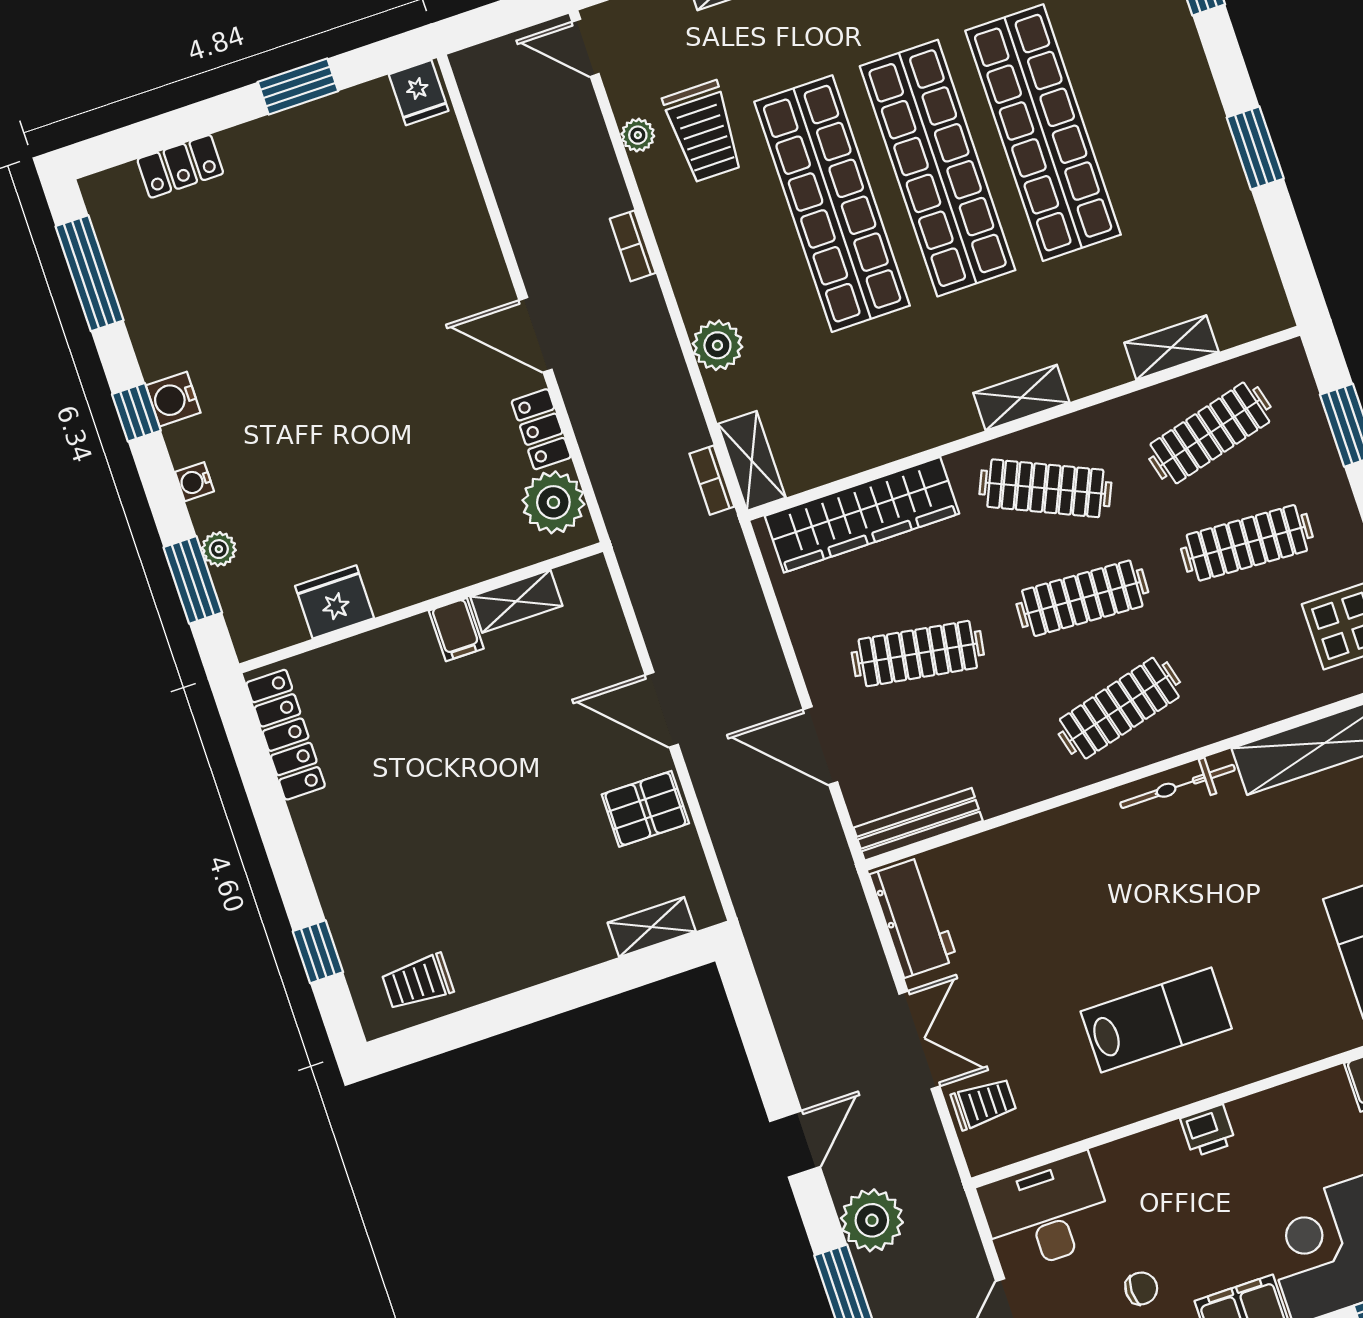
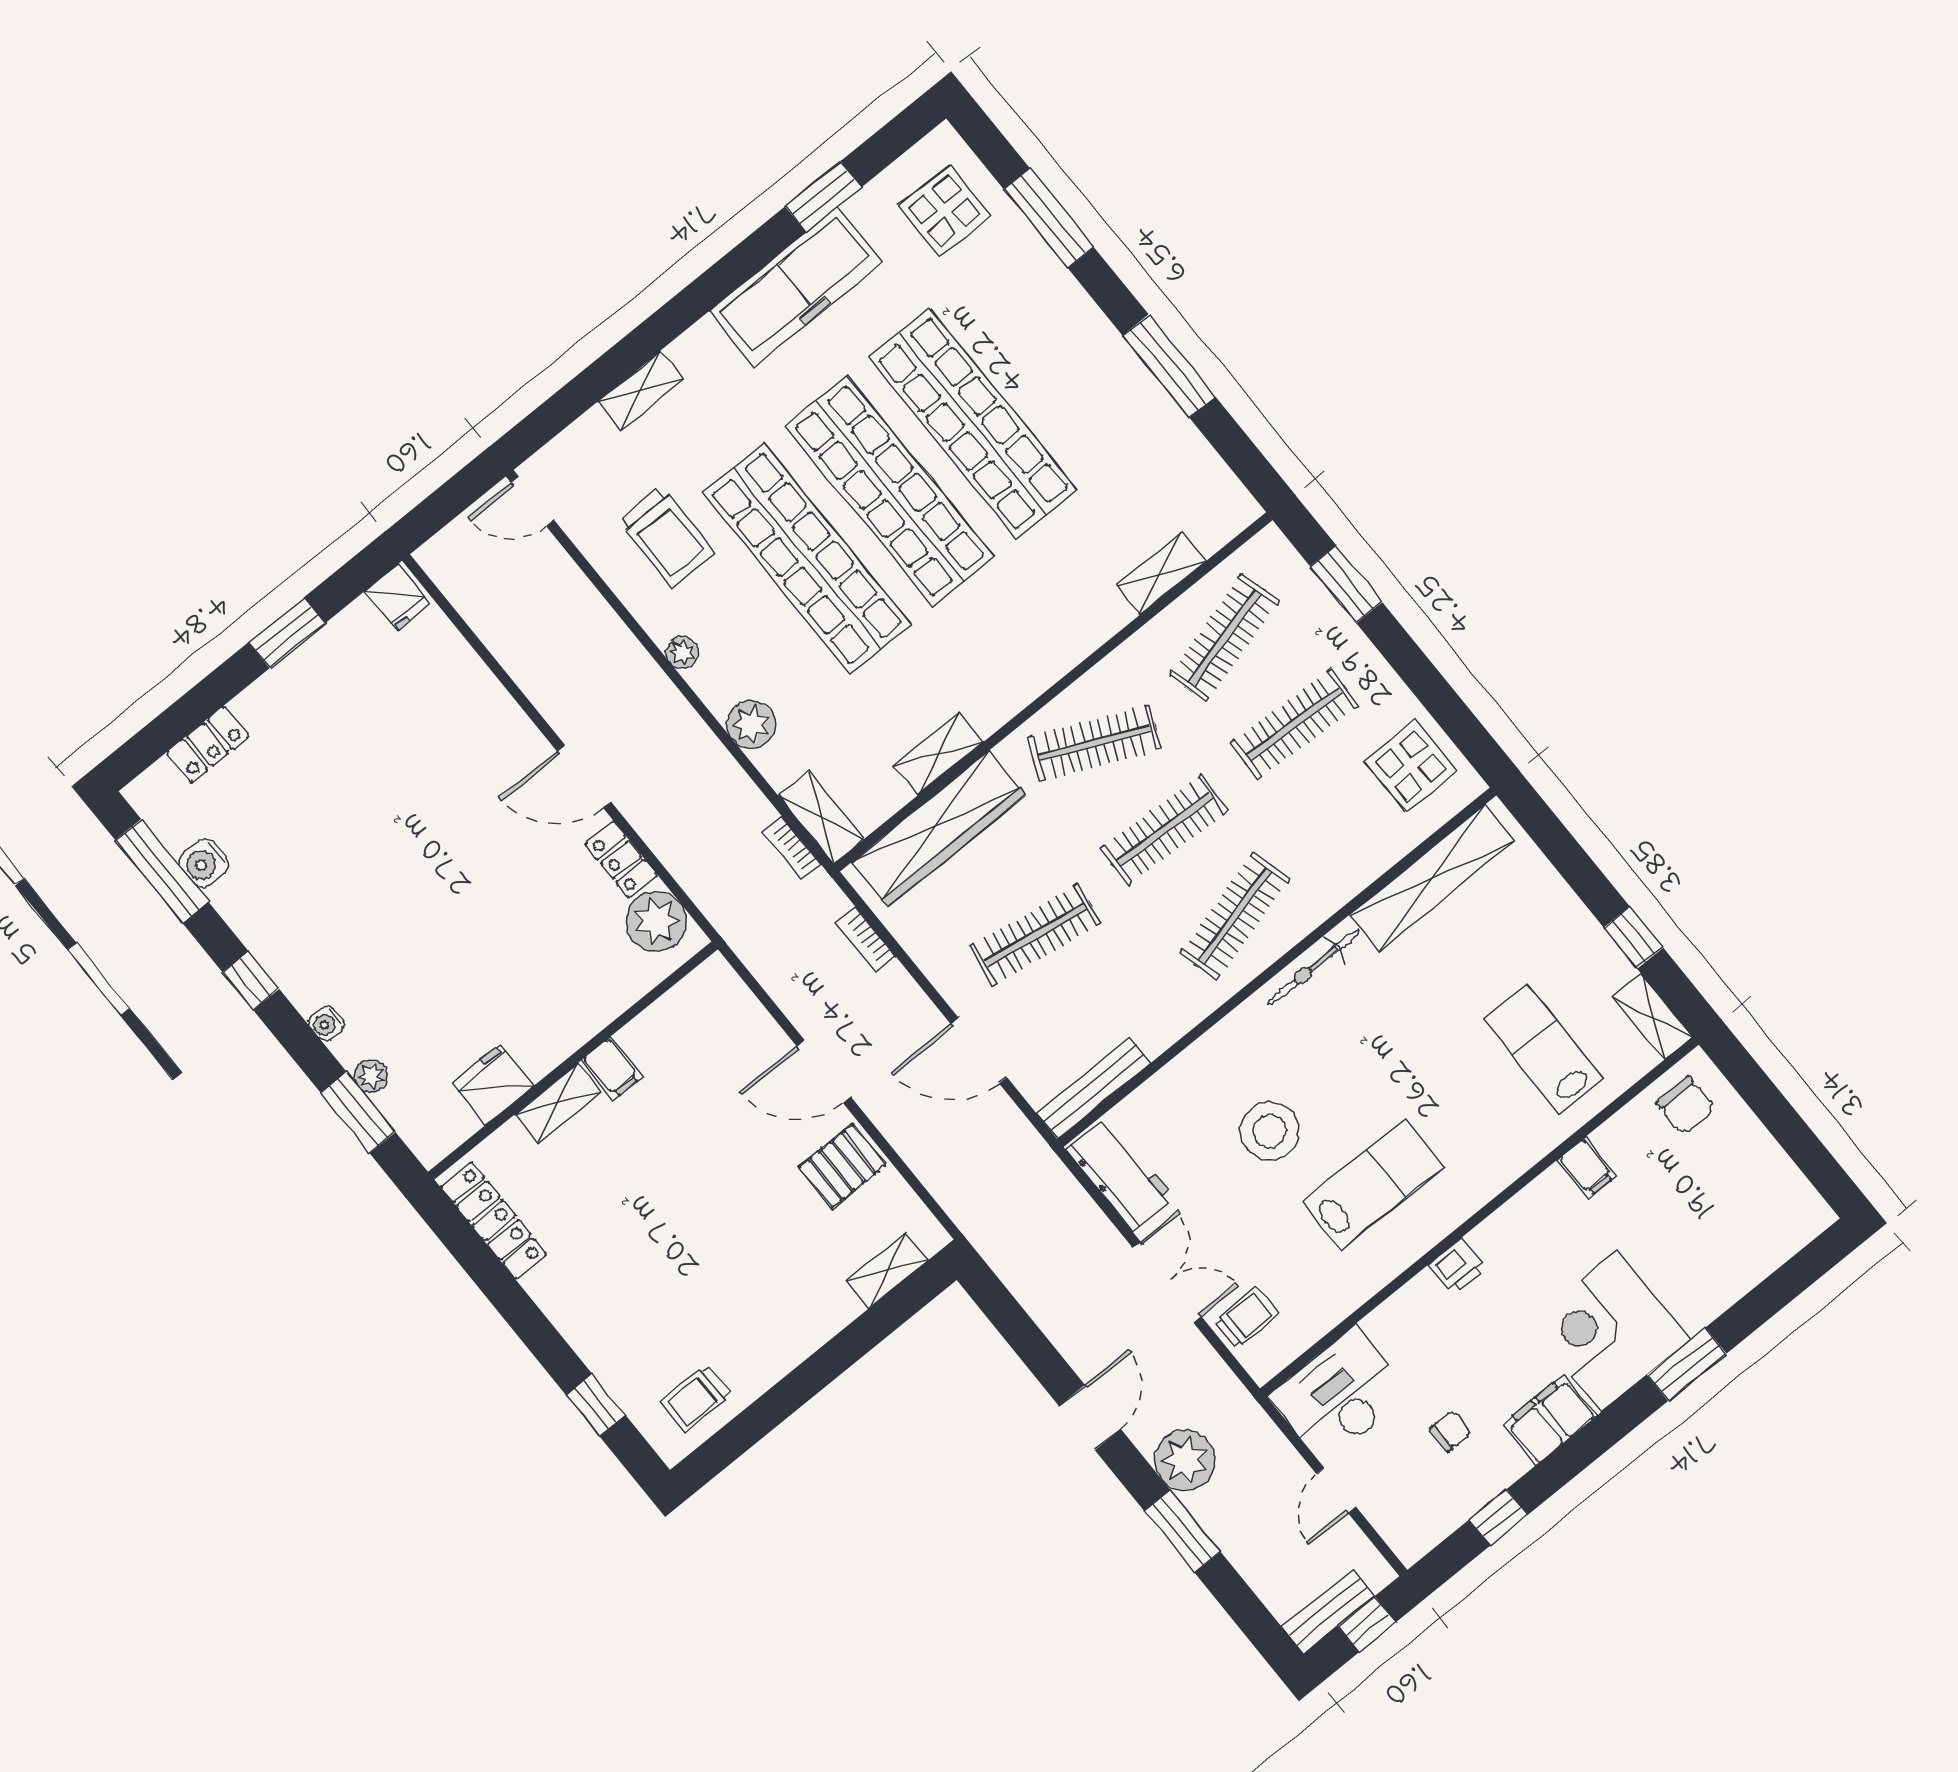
plant: (638, 135) -> (682, 653), moved
window: (1255, 148) -> (1169, 366), width x1.44
bookcase: (633, 246) -> (866, 939), moved
shelving: (1021, 398) -> (938, 754), moved
water cooler: (173, 399) -> (204, 863), moved
shelving: (516, 601) -> (558, 1103), moved
stool: (1075, 930) -> (1270, 1131), added

